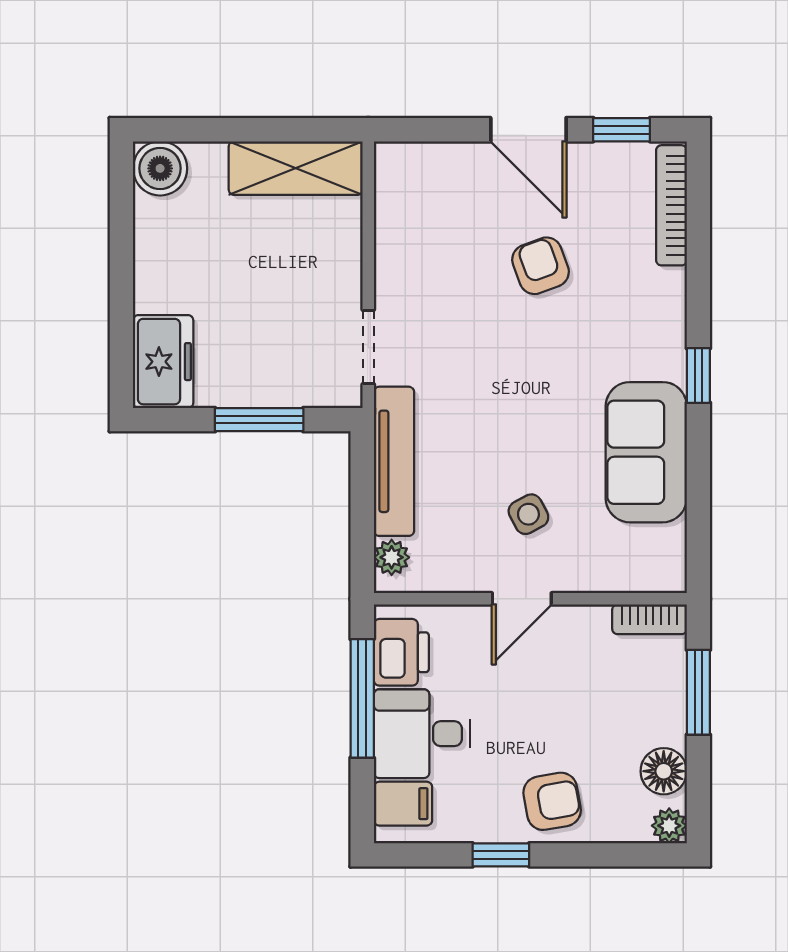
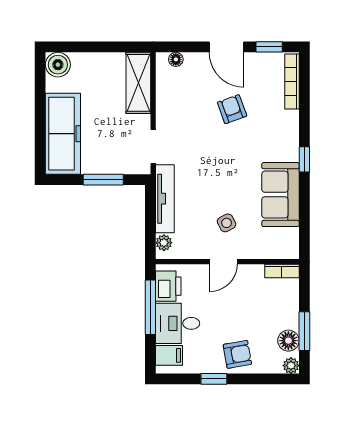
floor lamp: (418, 157) -> (176, 59), added
shelving: (296, 168) -> (138, 83), moved, turned 90
freezer: (163, 362) -> (63, 134), width x1.91, depth x1.26
window: (698, 692) -> (304, 331), moved

